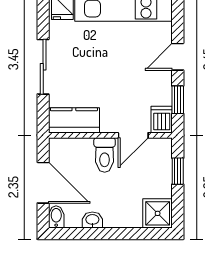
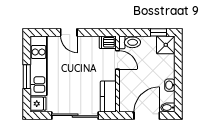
sliding door: (43, 67) -> (75, 116), width x1.37
window: (178, 100) -> (95, 32), removed
toilet: (105, 155) -> (130, 42), moved
window: (178, 171) -> (158, 32), moved

